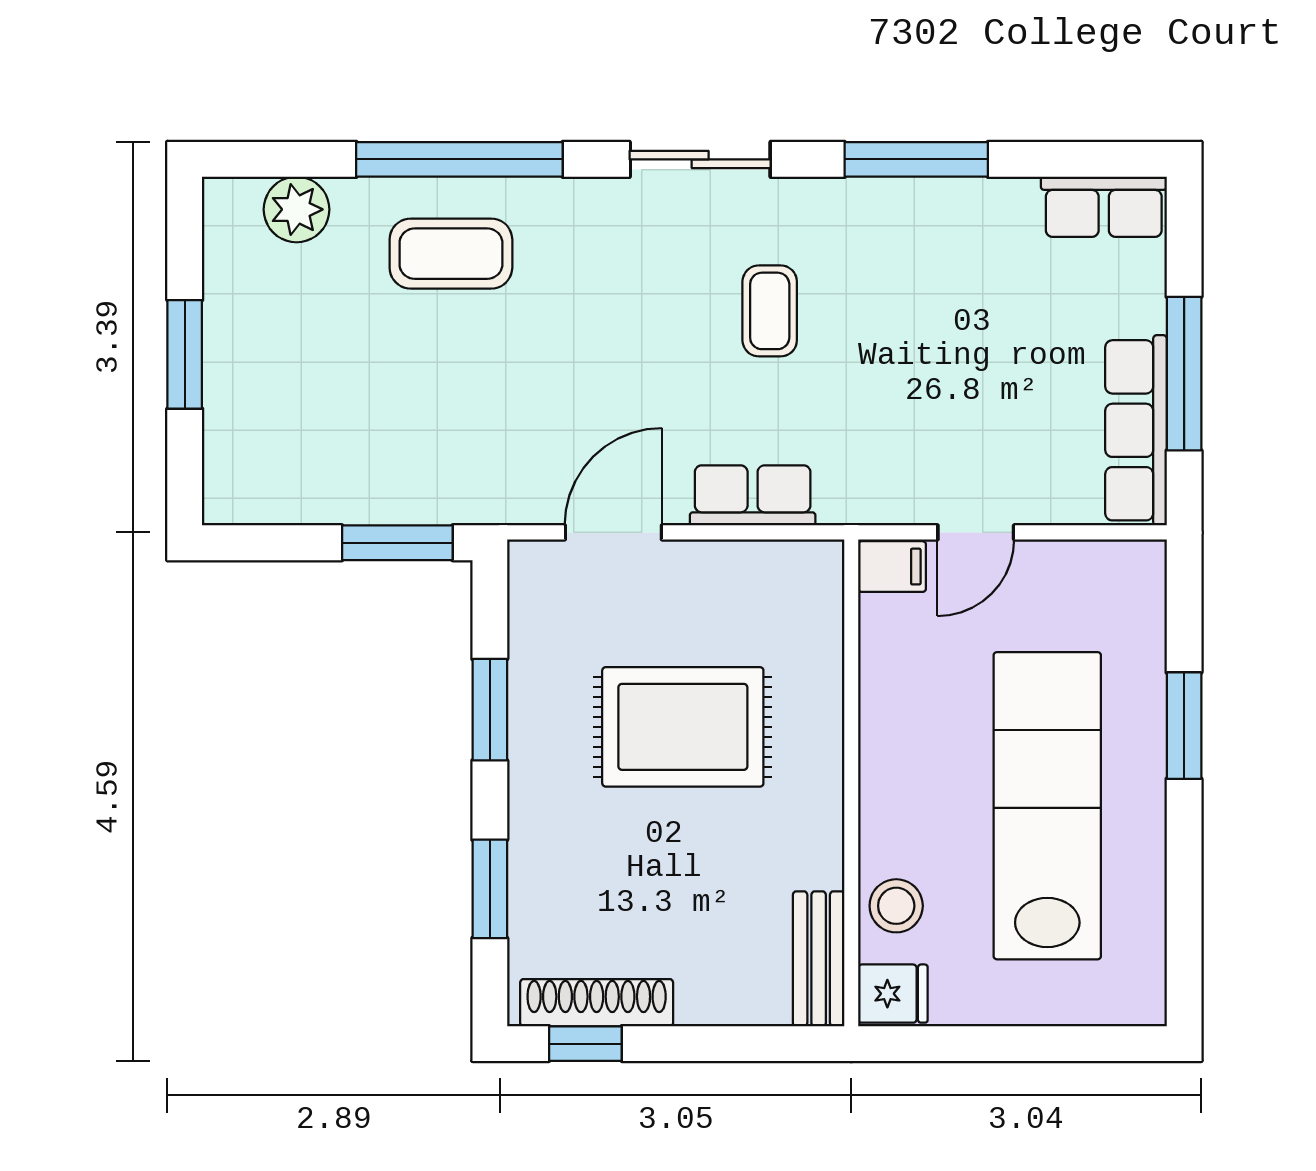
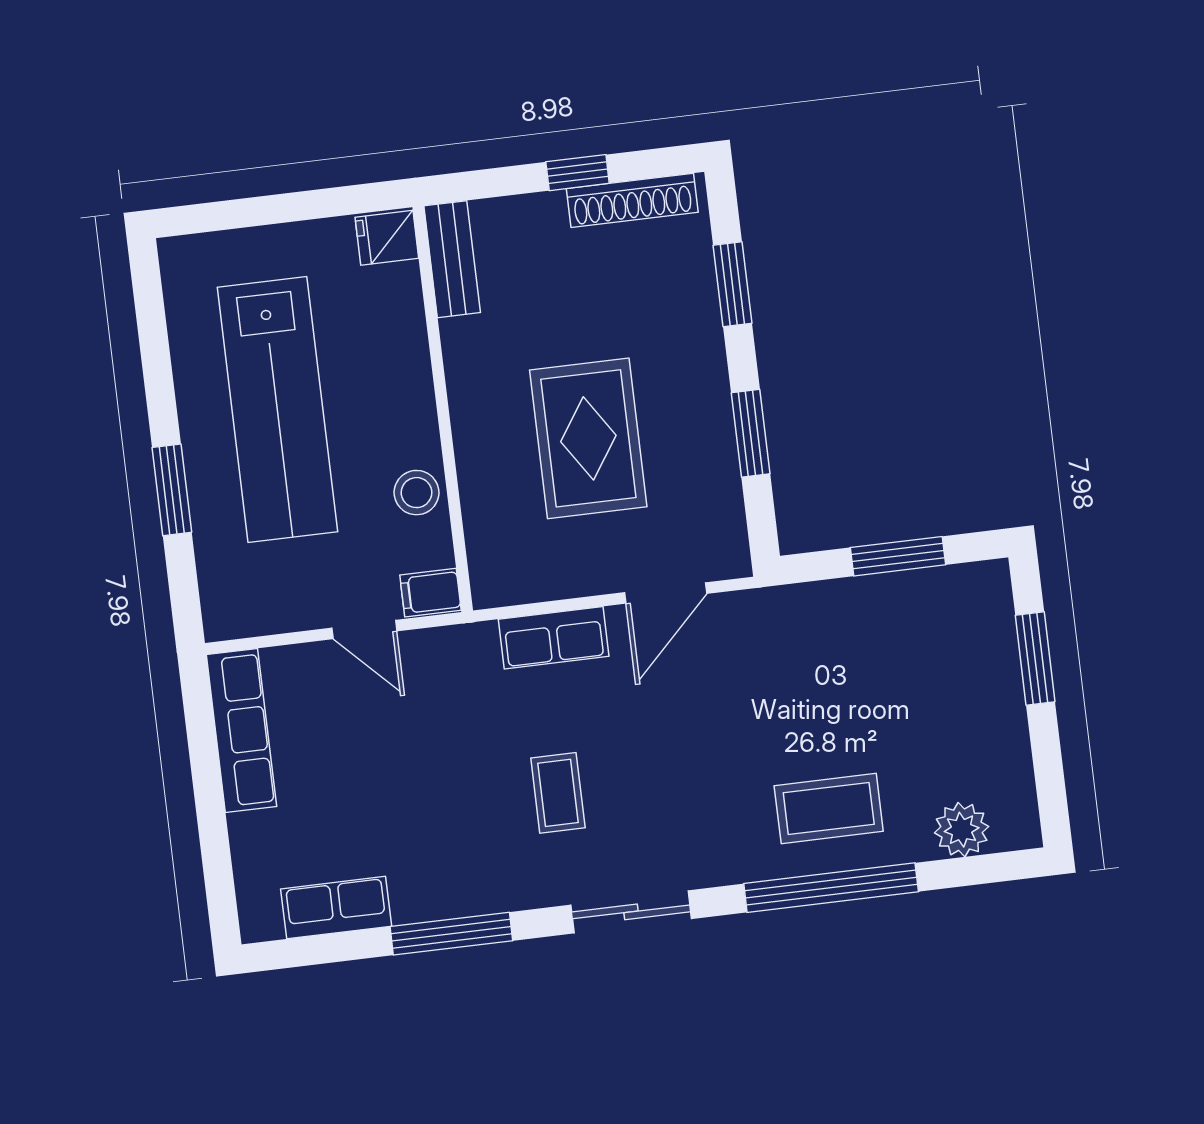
row of seats: (1104, 207) -> (336, 908), moved
window: (185, 354) -> (1035, 658), moved
window: (1184, 374) -> (207, 782), removed
door: (976, 532) -> (364, 630), swing flipped
window: (397, 543) -> (898, 556), moved
rug: (683, 727) -> (588, 438), turned 90
stool: (896, 906) -> (416, 493), moved
window: (585, 1044) -> (578, 173), moved

